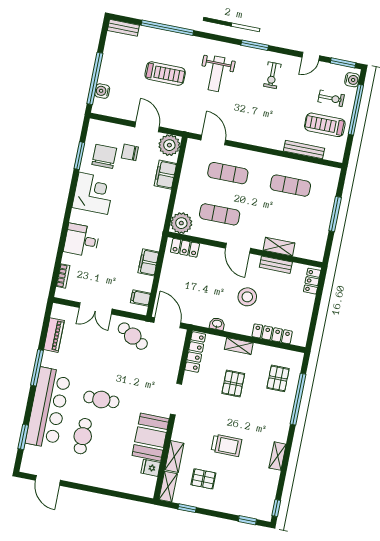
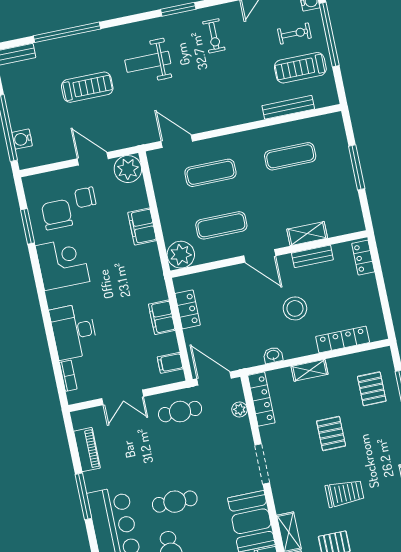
weight bench: (217, 74) -> (148, 62), turned 90
filing cabinet: (165, 175) -> (142, 226), moved
desk: (82, 240) -> (74, 331), width x1.37
locker: (185, 248) -> (188, 309), moved, turned -90
cafe table: (133, 336) -> (180, 412), turned -30
plant: (176, 353) -> (239, 409), added
pallet: (233, 384) -> (331, 433), moved

